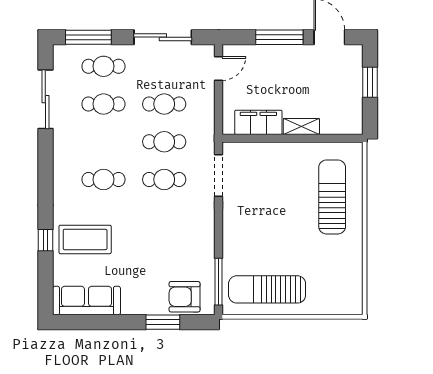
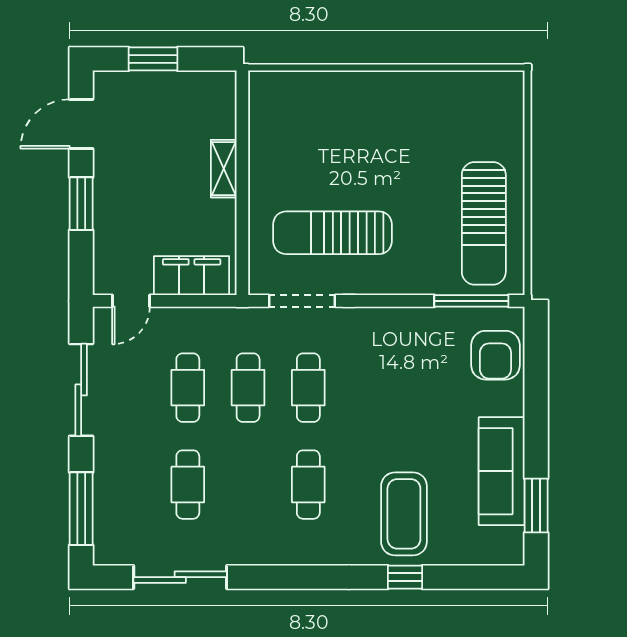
window: (279, 37) -> (81, 204), width x0.69
cafe table: (103, 66) -> (128, 485), removed
door: (219, 68) -> (131, 301), swing flipped
filing cabinet: (258, 122) -> (192, 276), moved, turned 90
sun lounger: (332, 197) -> (333, 233), moved
sofa: (86, 301) -> (502, 471), moved
window: (163, 322) -> (536, 506), moved

